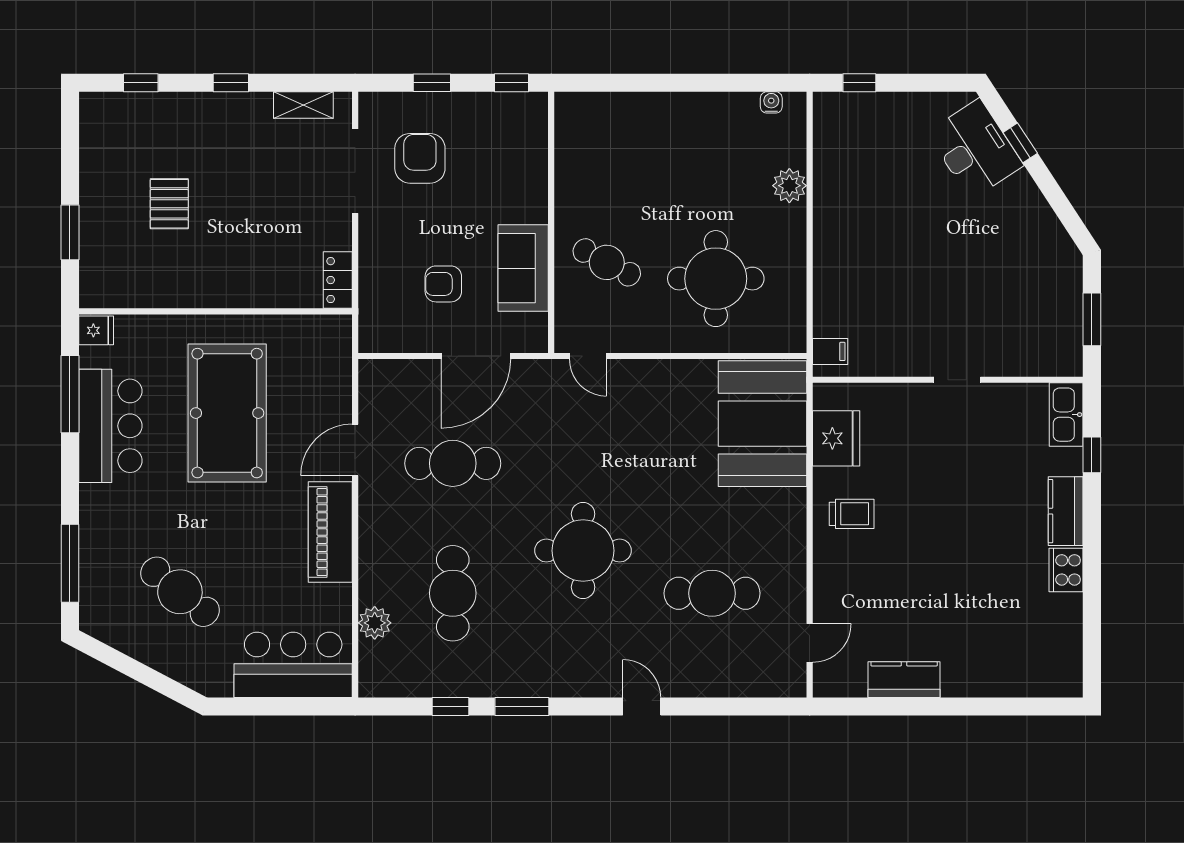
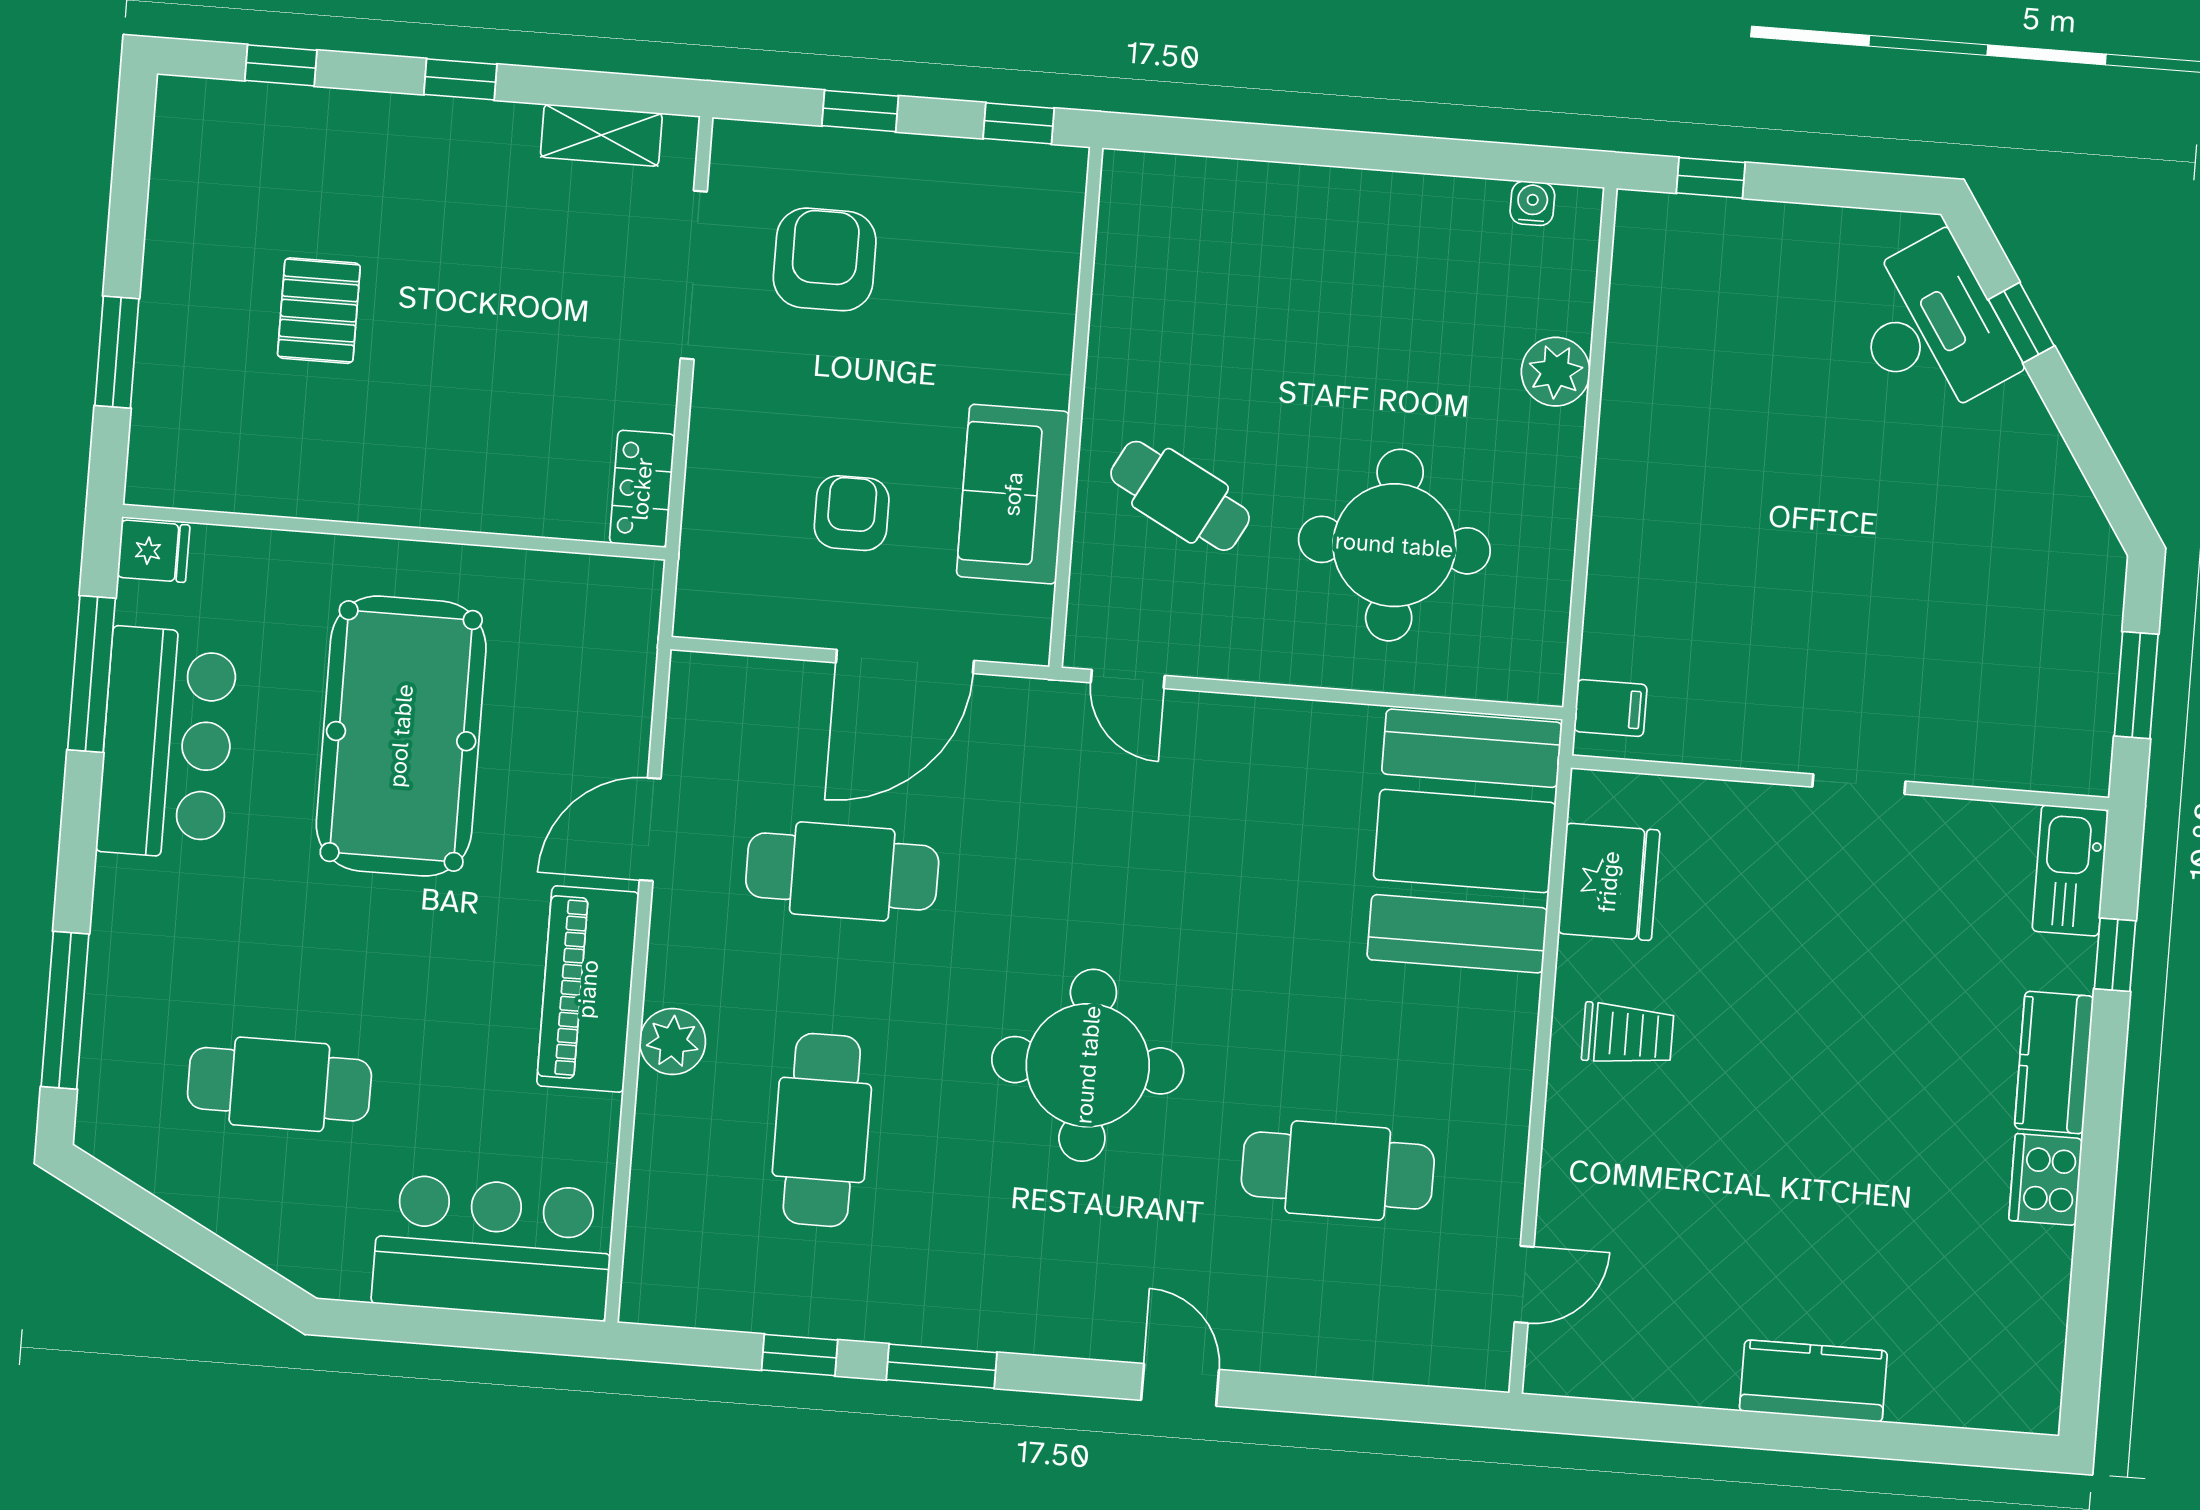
armchair: (443, 284) -> (852, 513), turned 90
cafe table: (180, 592) -> (279, 1084), turned -39
plant: (375, 623) -> (673, 1042), moved
kitchen counter: (904, 680) -> (1813, 1381), moved

